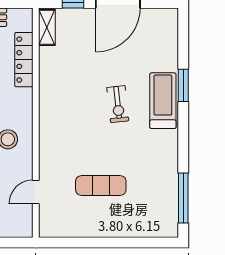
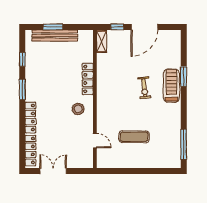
locker: (24, 60) -> (88, 79), moved
door: (36, 192) -> (95, 141), swing flipped

